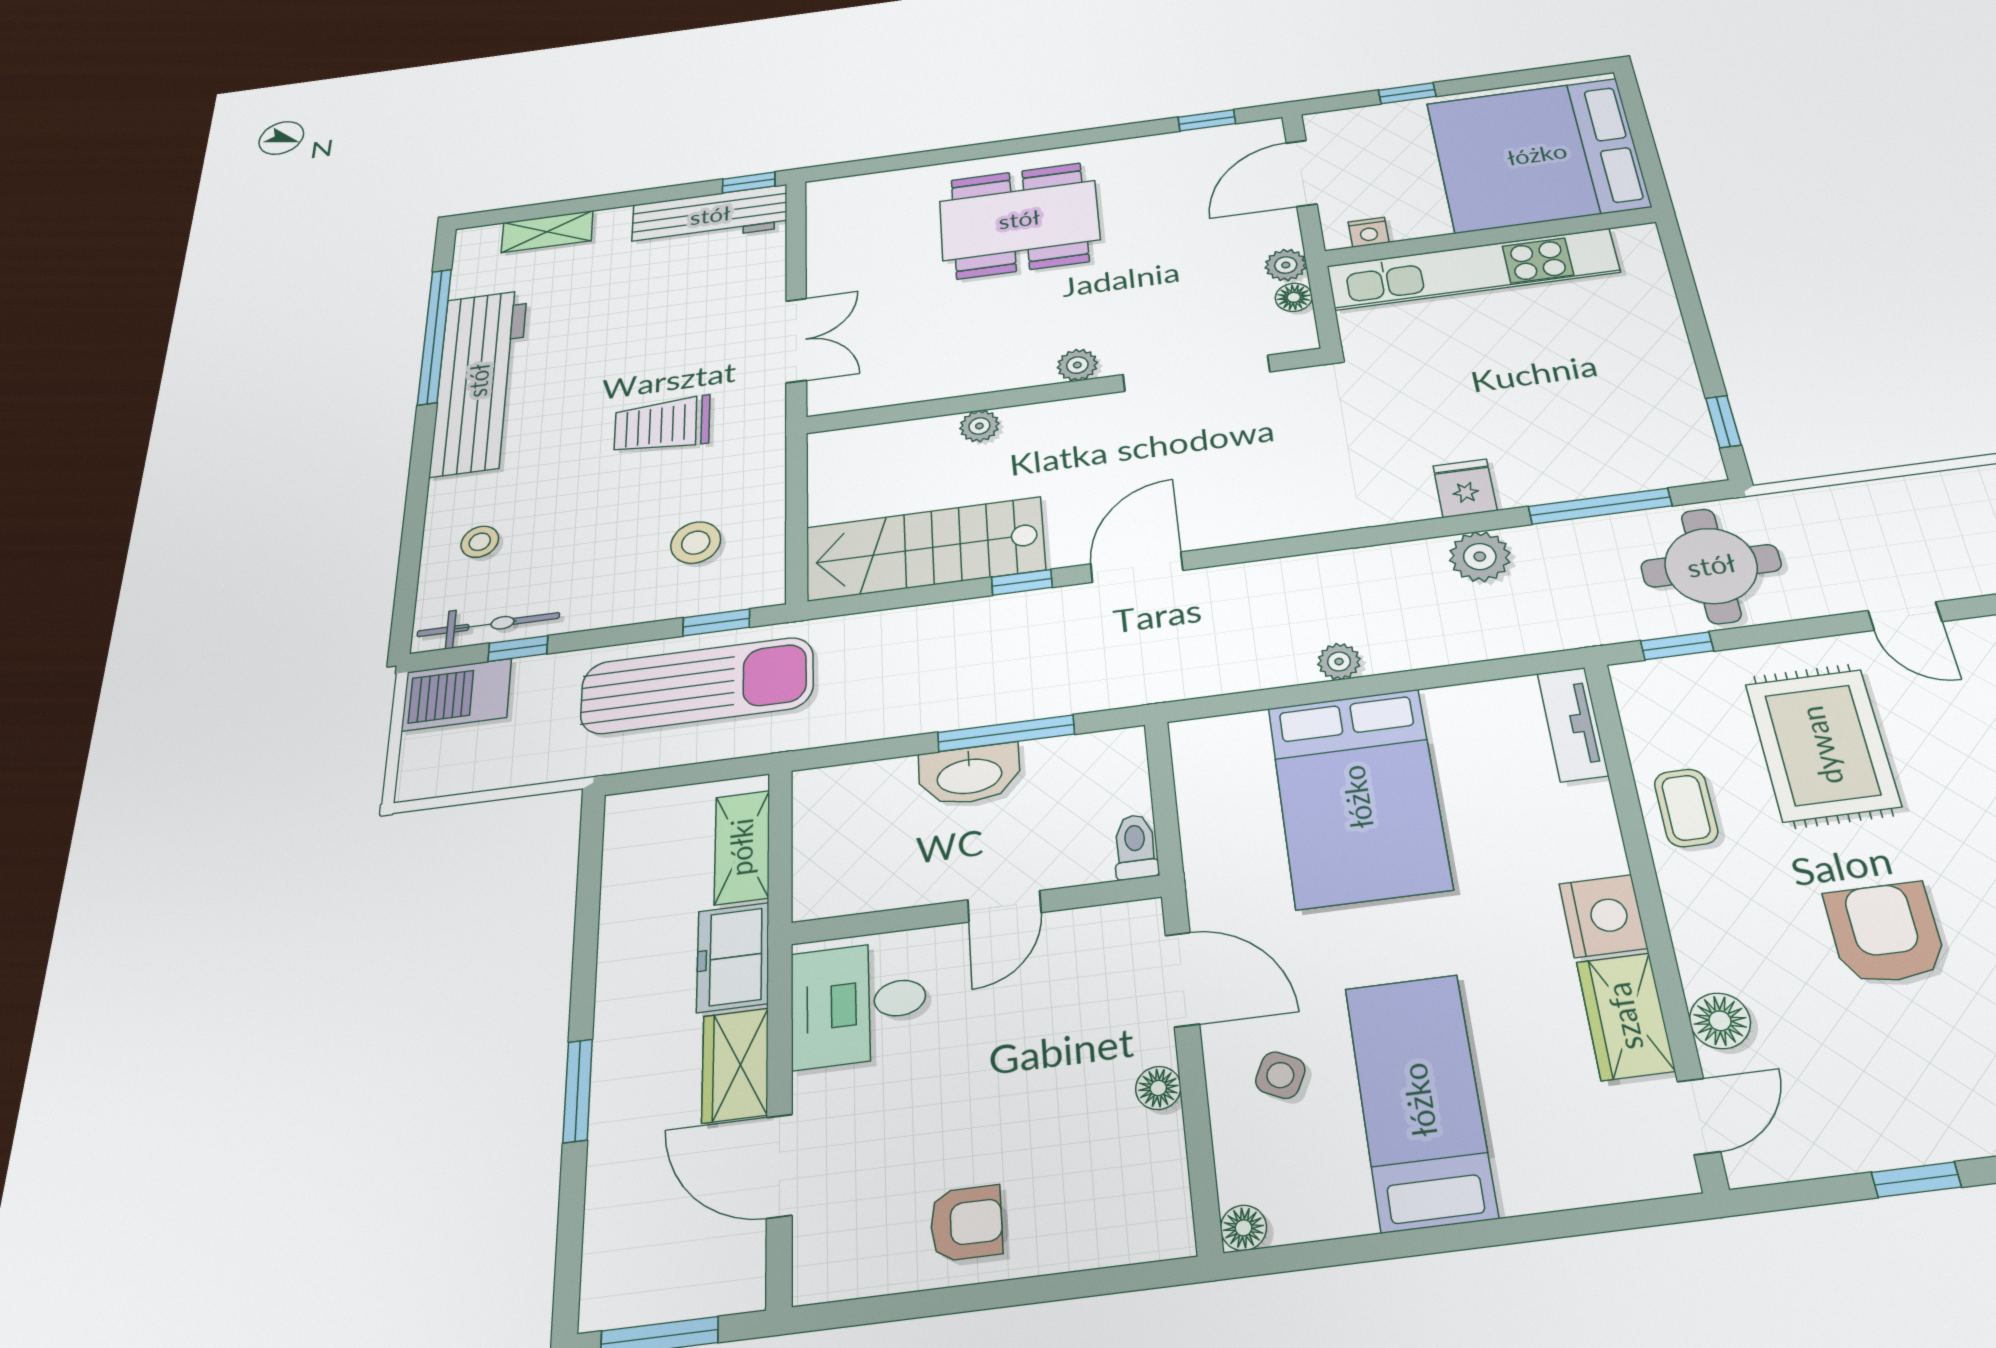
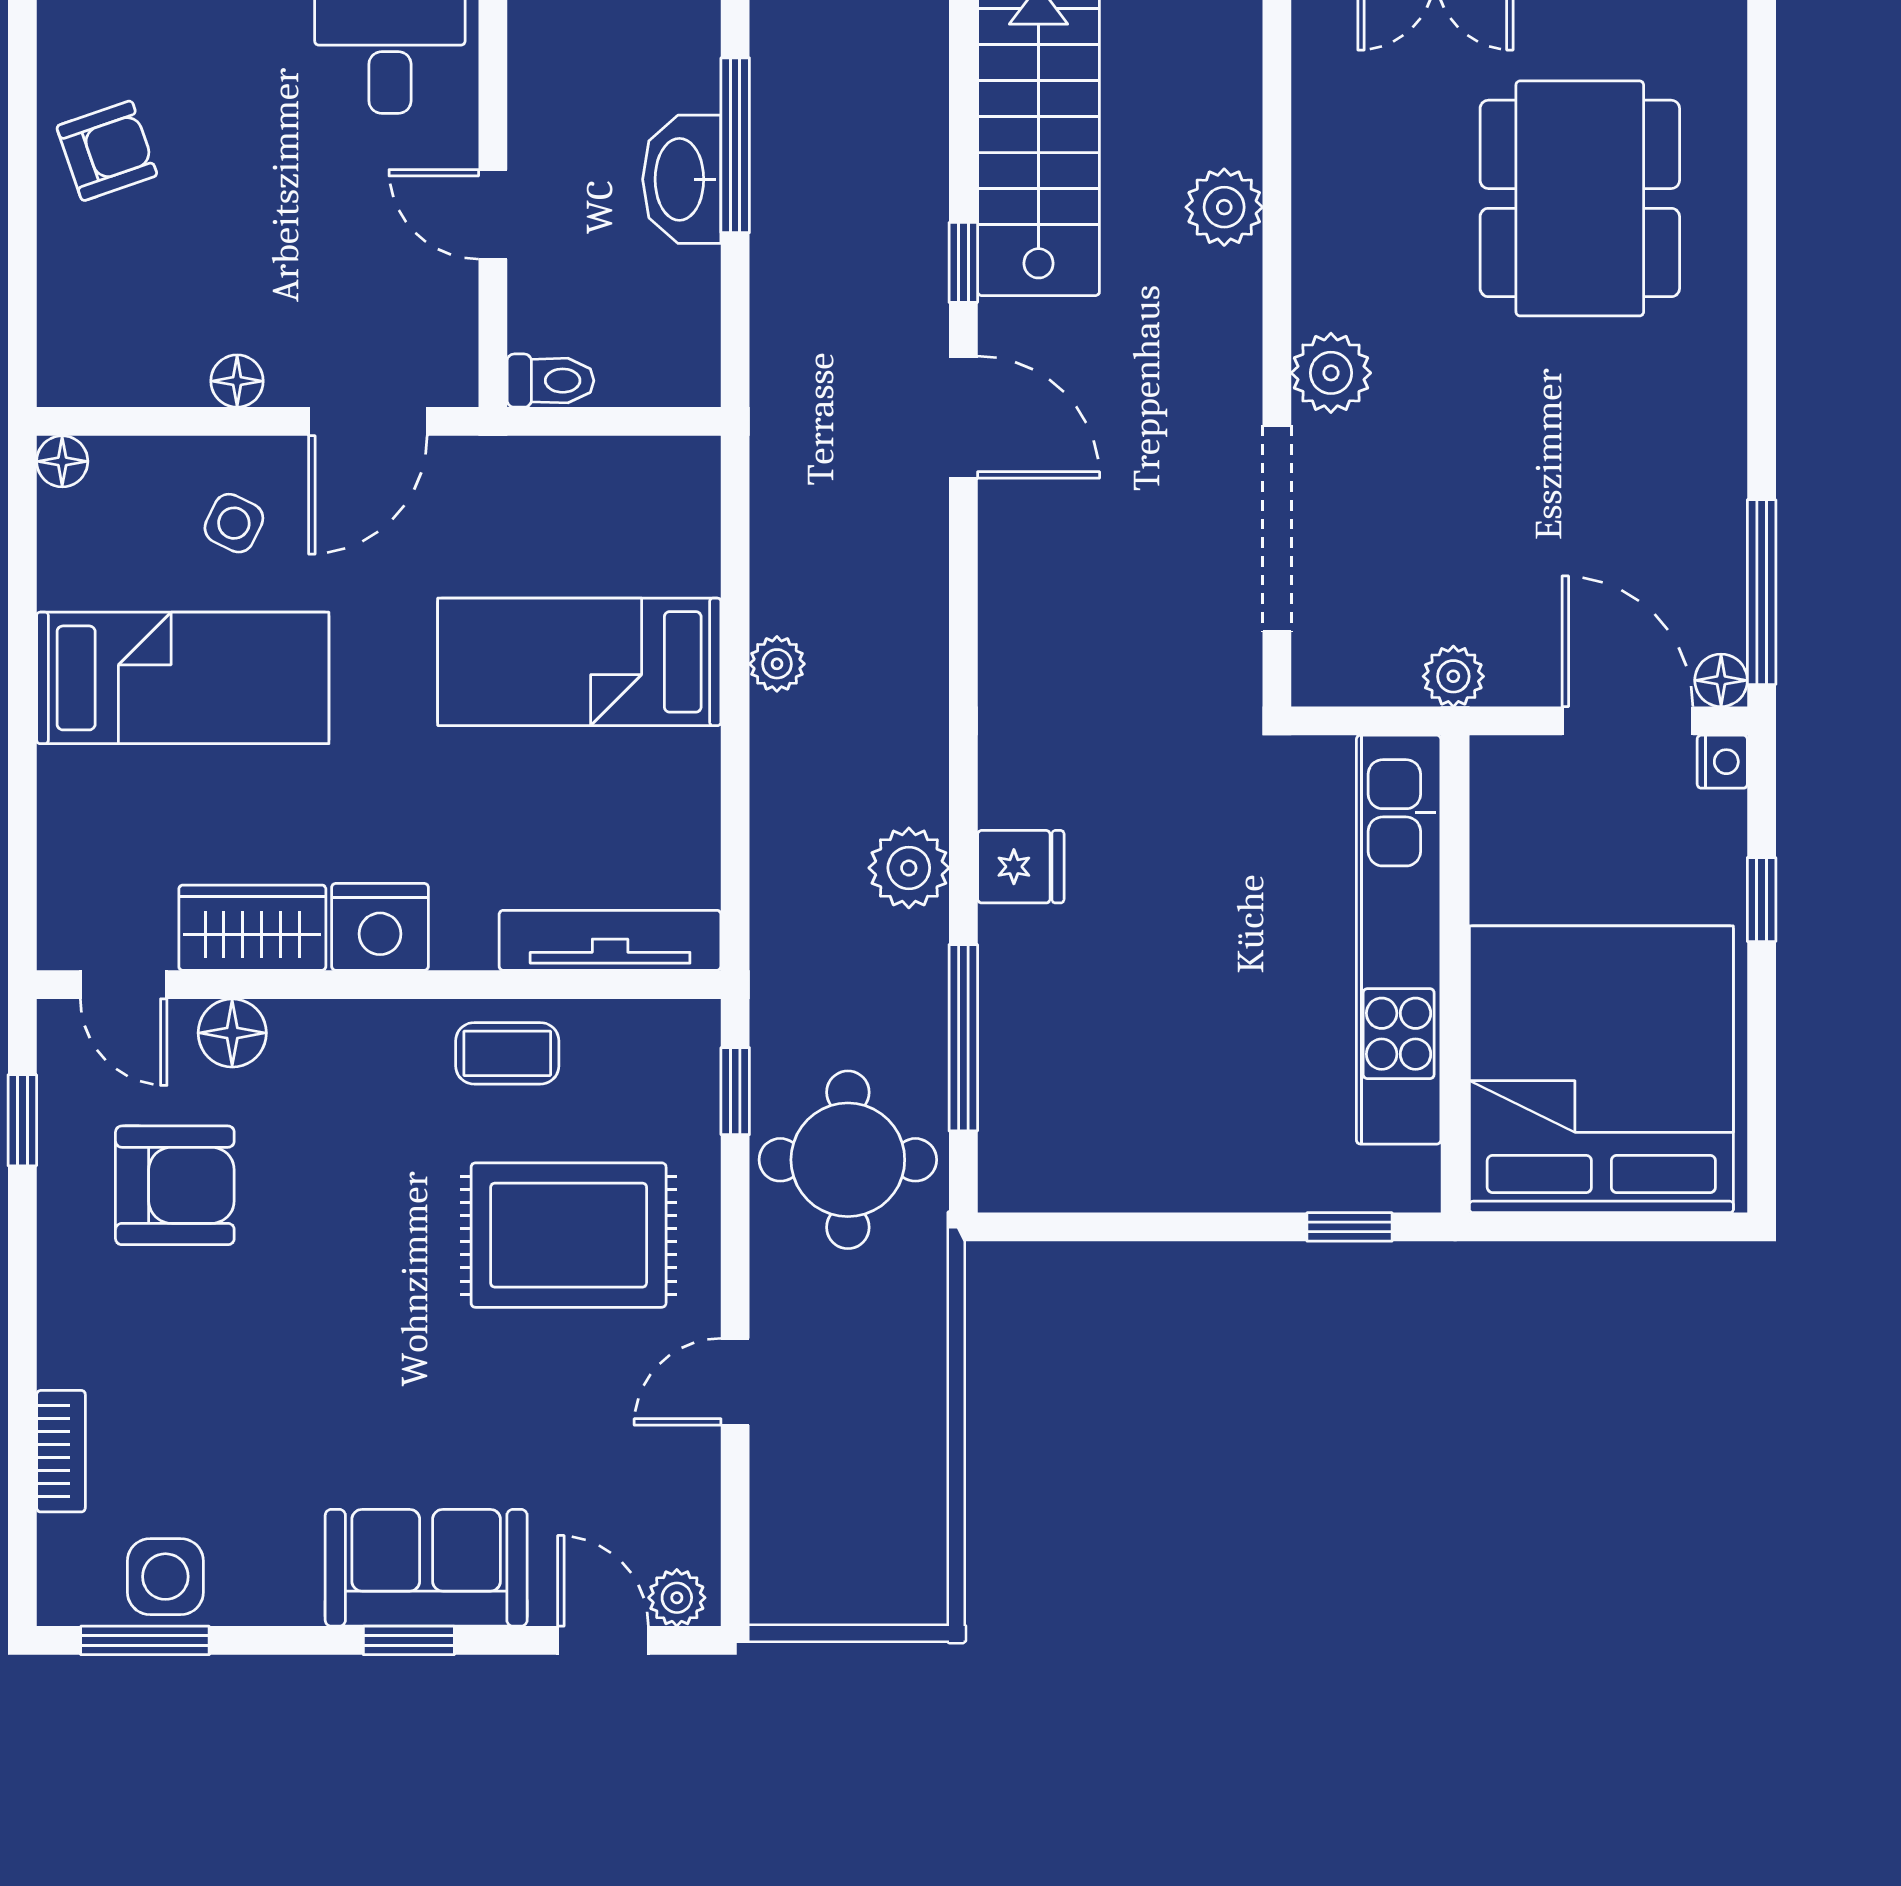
window: (1207, 120) -> (1762, 592), width x2.17
dining table: (1019, 220) -> (1580, 198), moved
nightstand: (1369, 232) -> (1722, 762), moved, turned 180
floor lamp: (1294, 297) -> (1721, 680), moved
plant: (1077, 365) -> (1331, 373), width x1.38, depth x1.38
window: (1723, 422) -> (1350, 1227), moved
plant: (979, 426) -> (1224, 207), width x1.38, depth x1.38
tv unit: (1573, 724) -> (610, 940), width x1.41
window: (1006, 733) -> (735, 145), moved
bed: (1358, 797) -> (579, 662), width x0.67
armchair: (1885, 933) -> (175, 1185), moved
window: (1916, 1180) -> (22, 1120), moved
armchair: (966, 1223) -> (107, 151), turned -109

